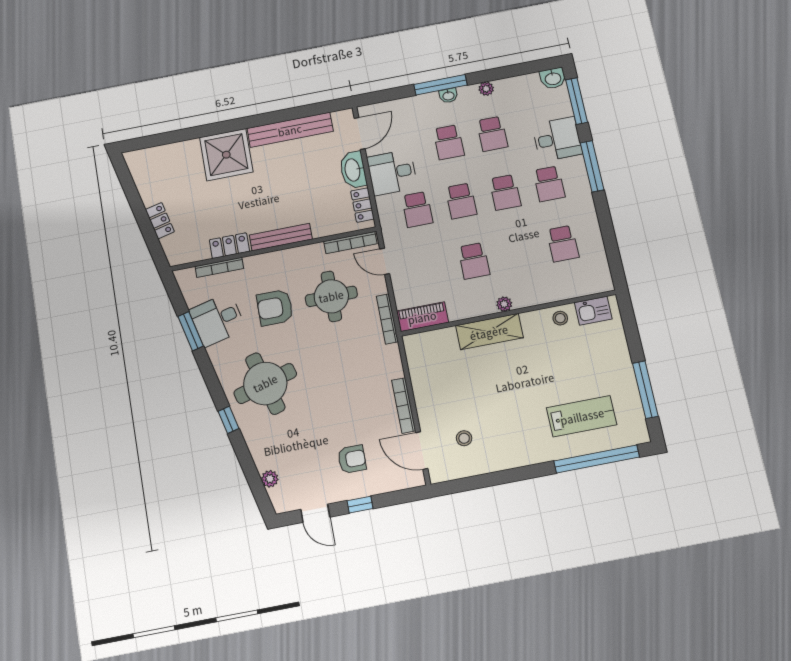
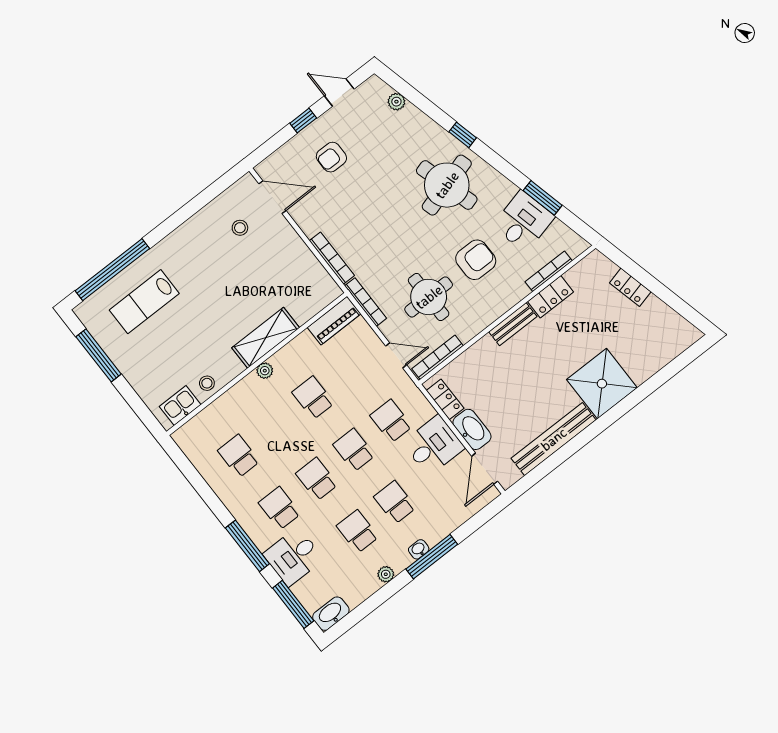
washbasin: (553, 78) -> (331, 614), width x1.38
bench: (281, 237) -> (513, 324), width x0.73
bookcase: (404, 405) -> (332, 258), moved

